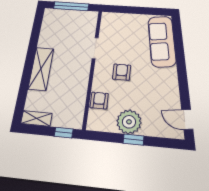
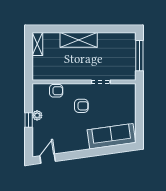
plant: (129, 122) -> (37, 115), width x0.53, depth x0.53
window: (64, 133) -> (29, 67), removed

